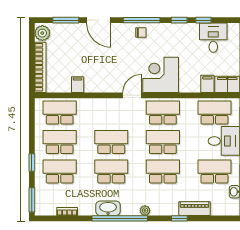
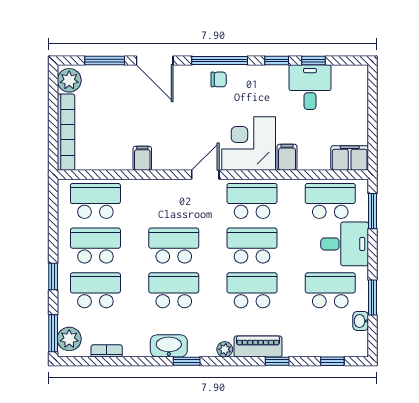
desk: (213, 38) -> (310, 87), moved
filing cabinet: (207, 84) -> (287, 157), moved
filing cabinet: (78, 85) -> (142, 158), moved
plant: (42, 204) -> (69, 339), added
piano: (195, 209) -> (258, 346), moved
window: (120, 218) -> (187, 361), width x0.32
window: (216, 218) -> (332, 361), added

